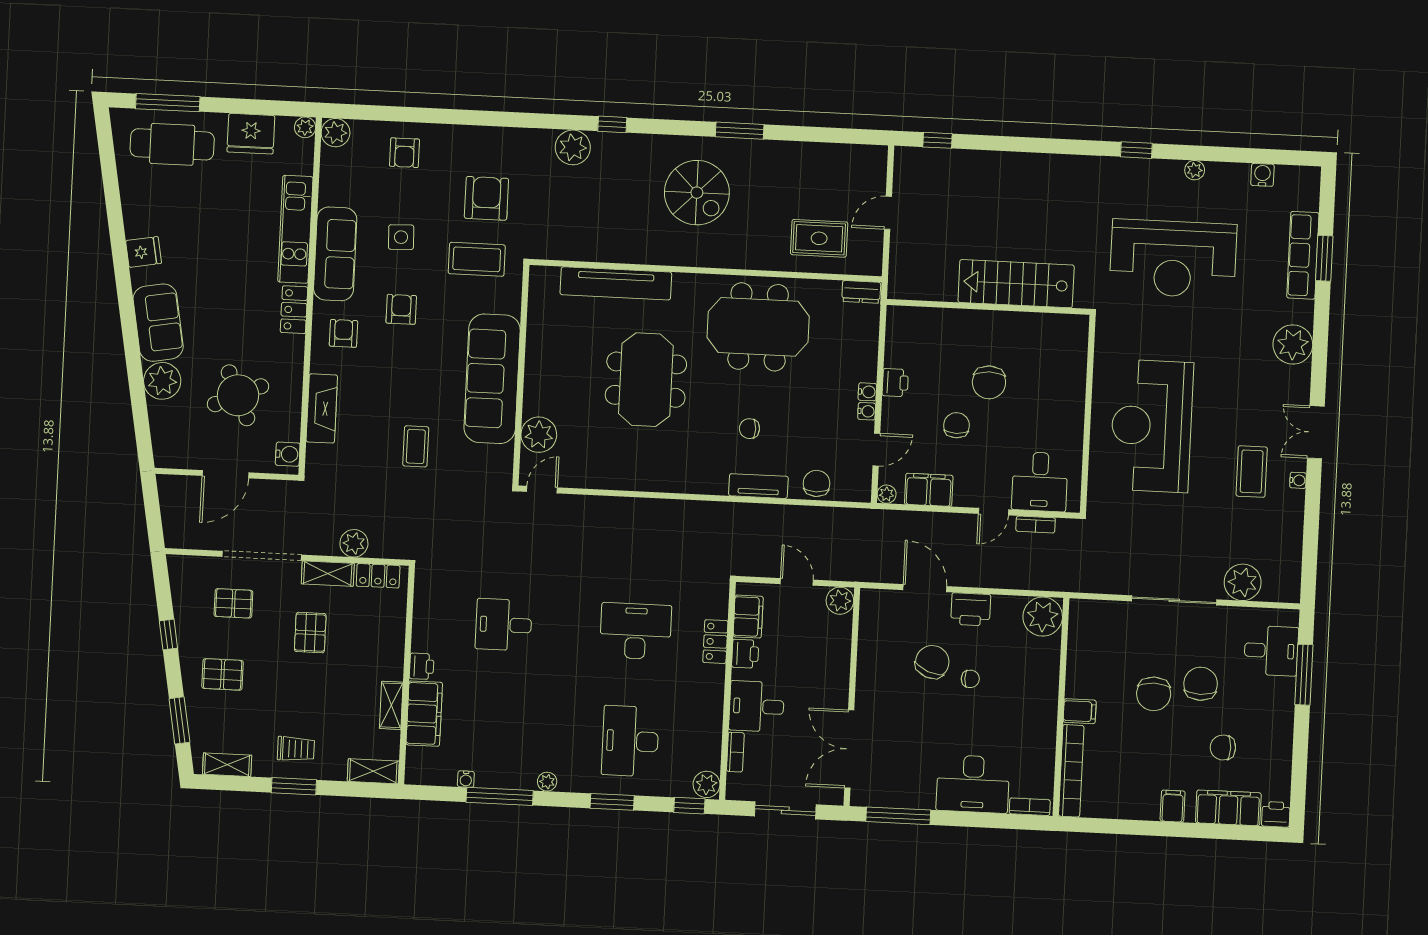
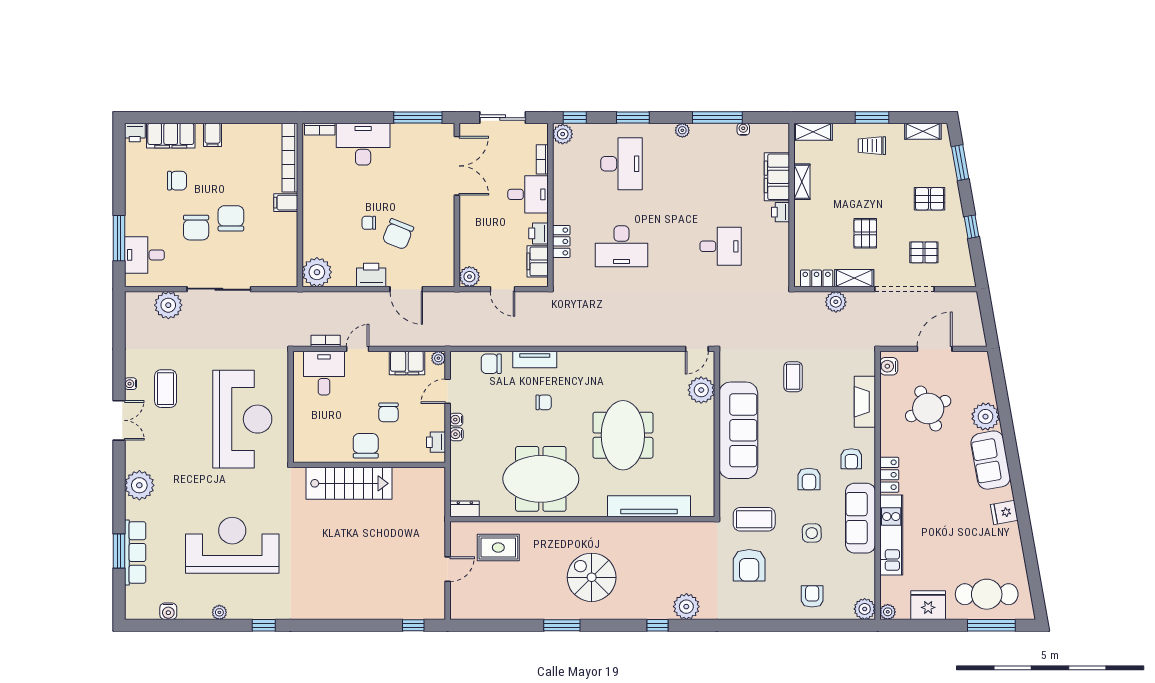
stairs: (1016, 284) -> (349, 483), moved
wall: (988, 307) -> (369, 465), moved
chair: (817, 483) -> (491, 364), turned 90

